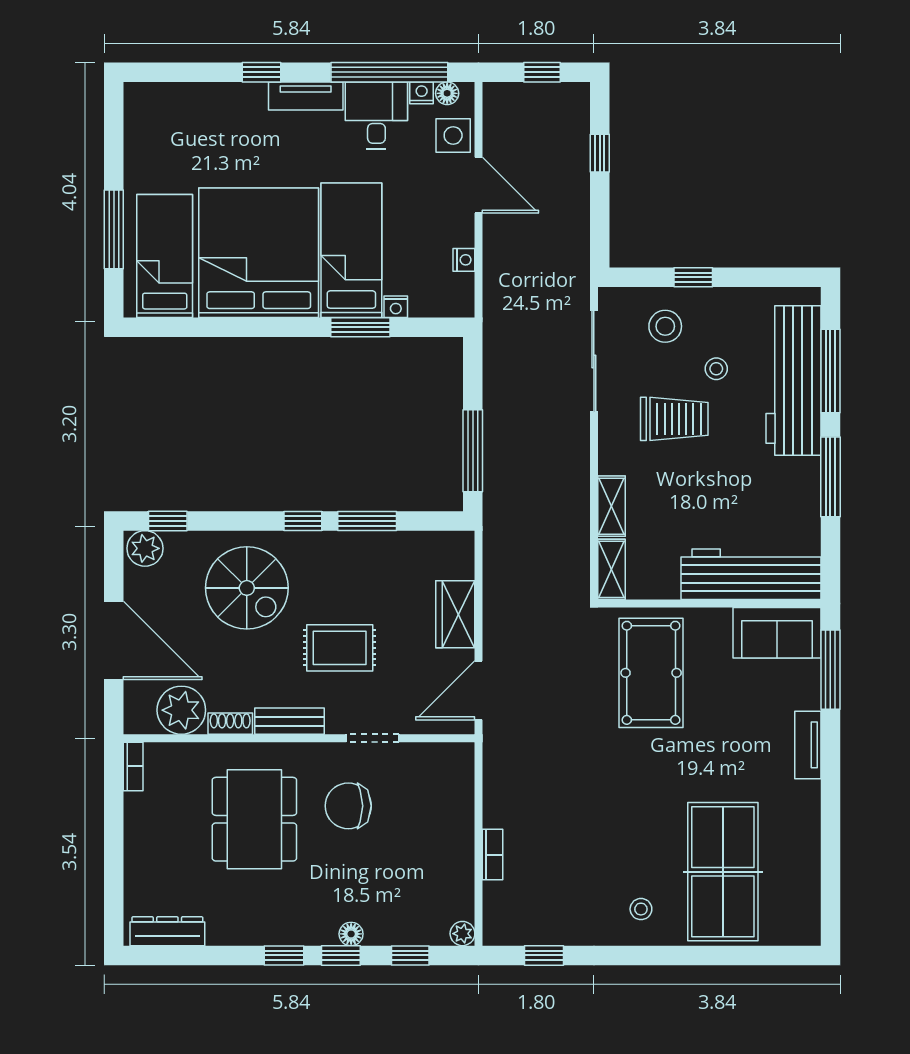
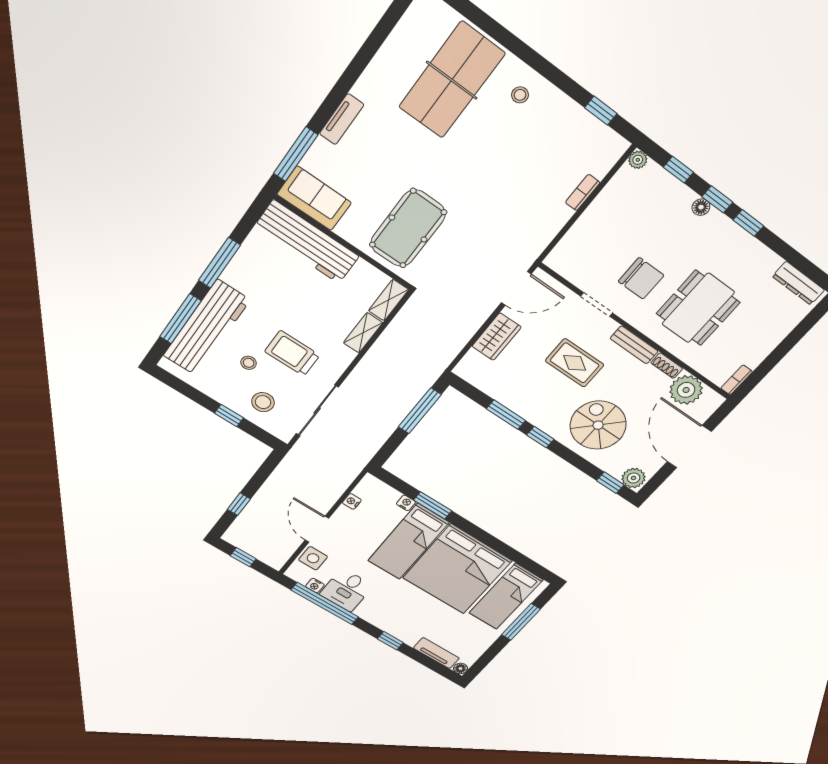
floor lamp: (447, 93) -> (460, 668), moved
tv unit: (306, 96) -> (436, 653), moved

